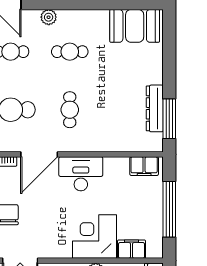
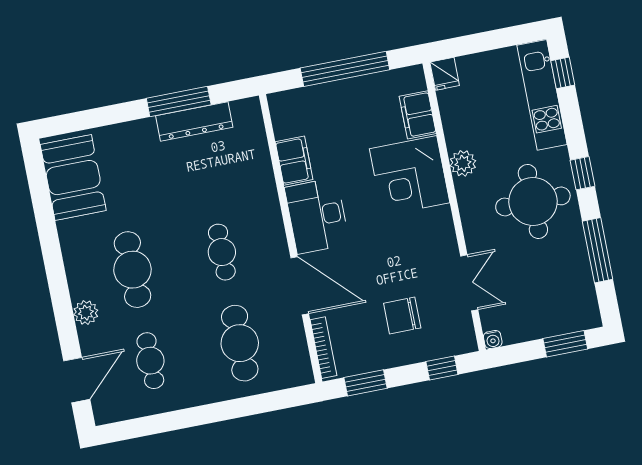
cafe table: (70, 52) -> (132, 270), width x1.37, depth x1.35
cafe table: (70, 110) -> (222, 252), turned 90
window: (169, 119) -> (179, 101), moved
filing cabinet: (144, 166) -> (294, 161), moved

